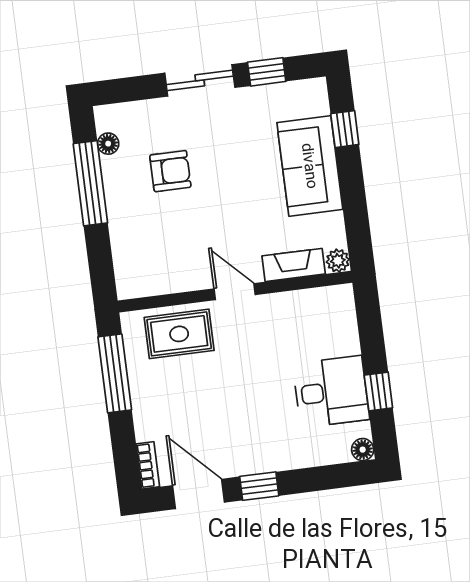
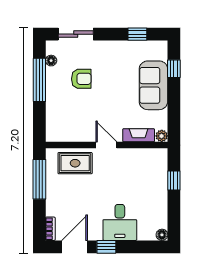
sliding door: (200, 80) -> (76, 34), moved
window: (378, 391) -> (174, 180), moved
desk: (331, 392) -> (120, 222), moved, turned 90
door: (199, 494) -> (75, 247), hinge flipped

